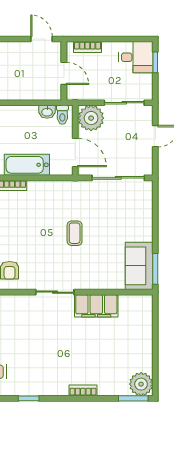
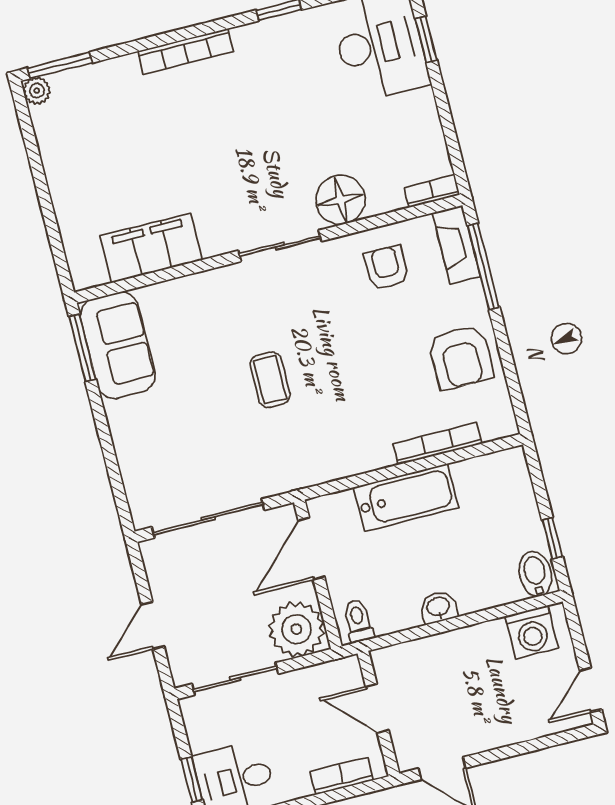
washbasin: (47, 112) -> (438, 607), moved
door: (75, 153) -> (311, 549), hinge flipped
floor lamp: (22, 306) -> (341, 200), added
filing cabinet: (96, 306) -> (151, 248), moved
plant: (141, 384) -> (37, 91), width x0.53, depth x0.53
bookcase: (83, 390) -> (186, 51), width x1.56

